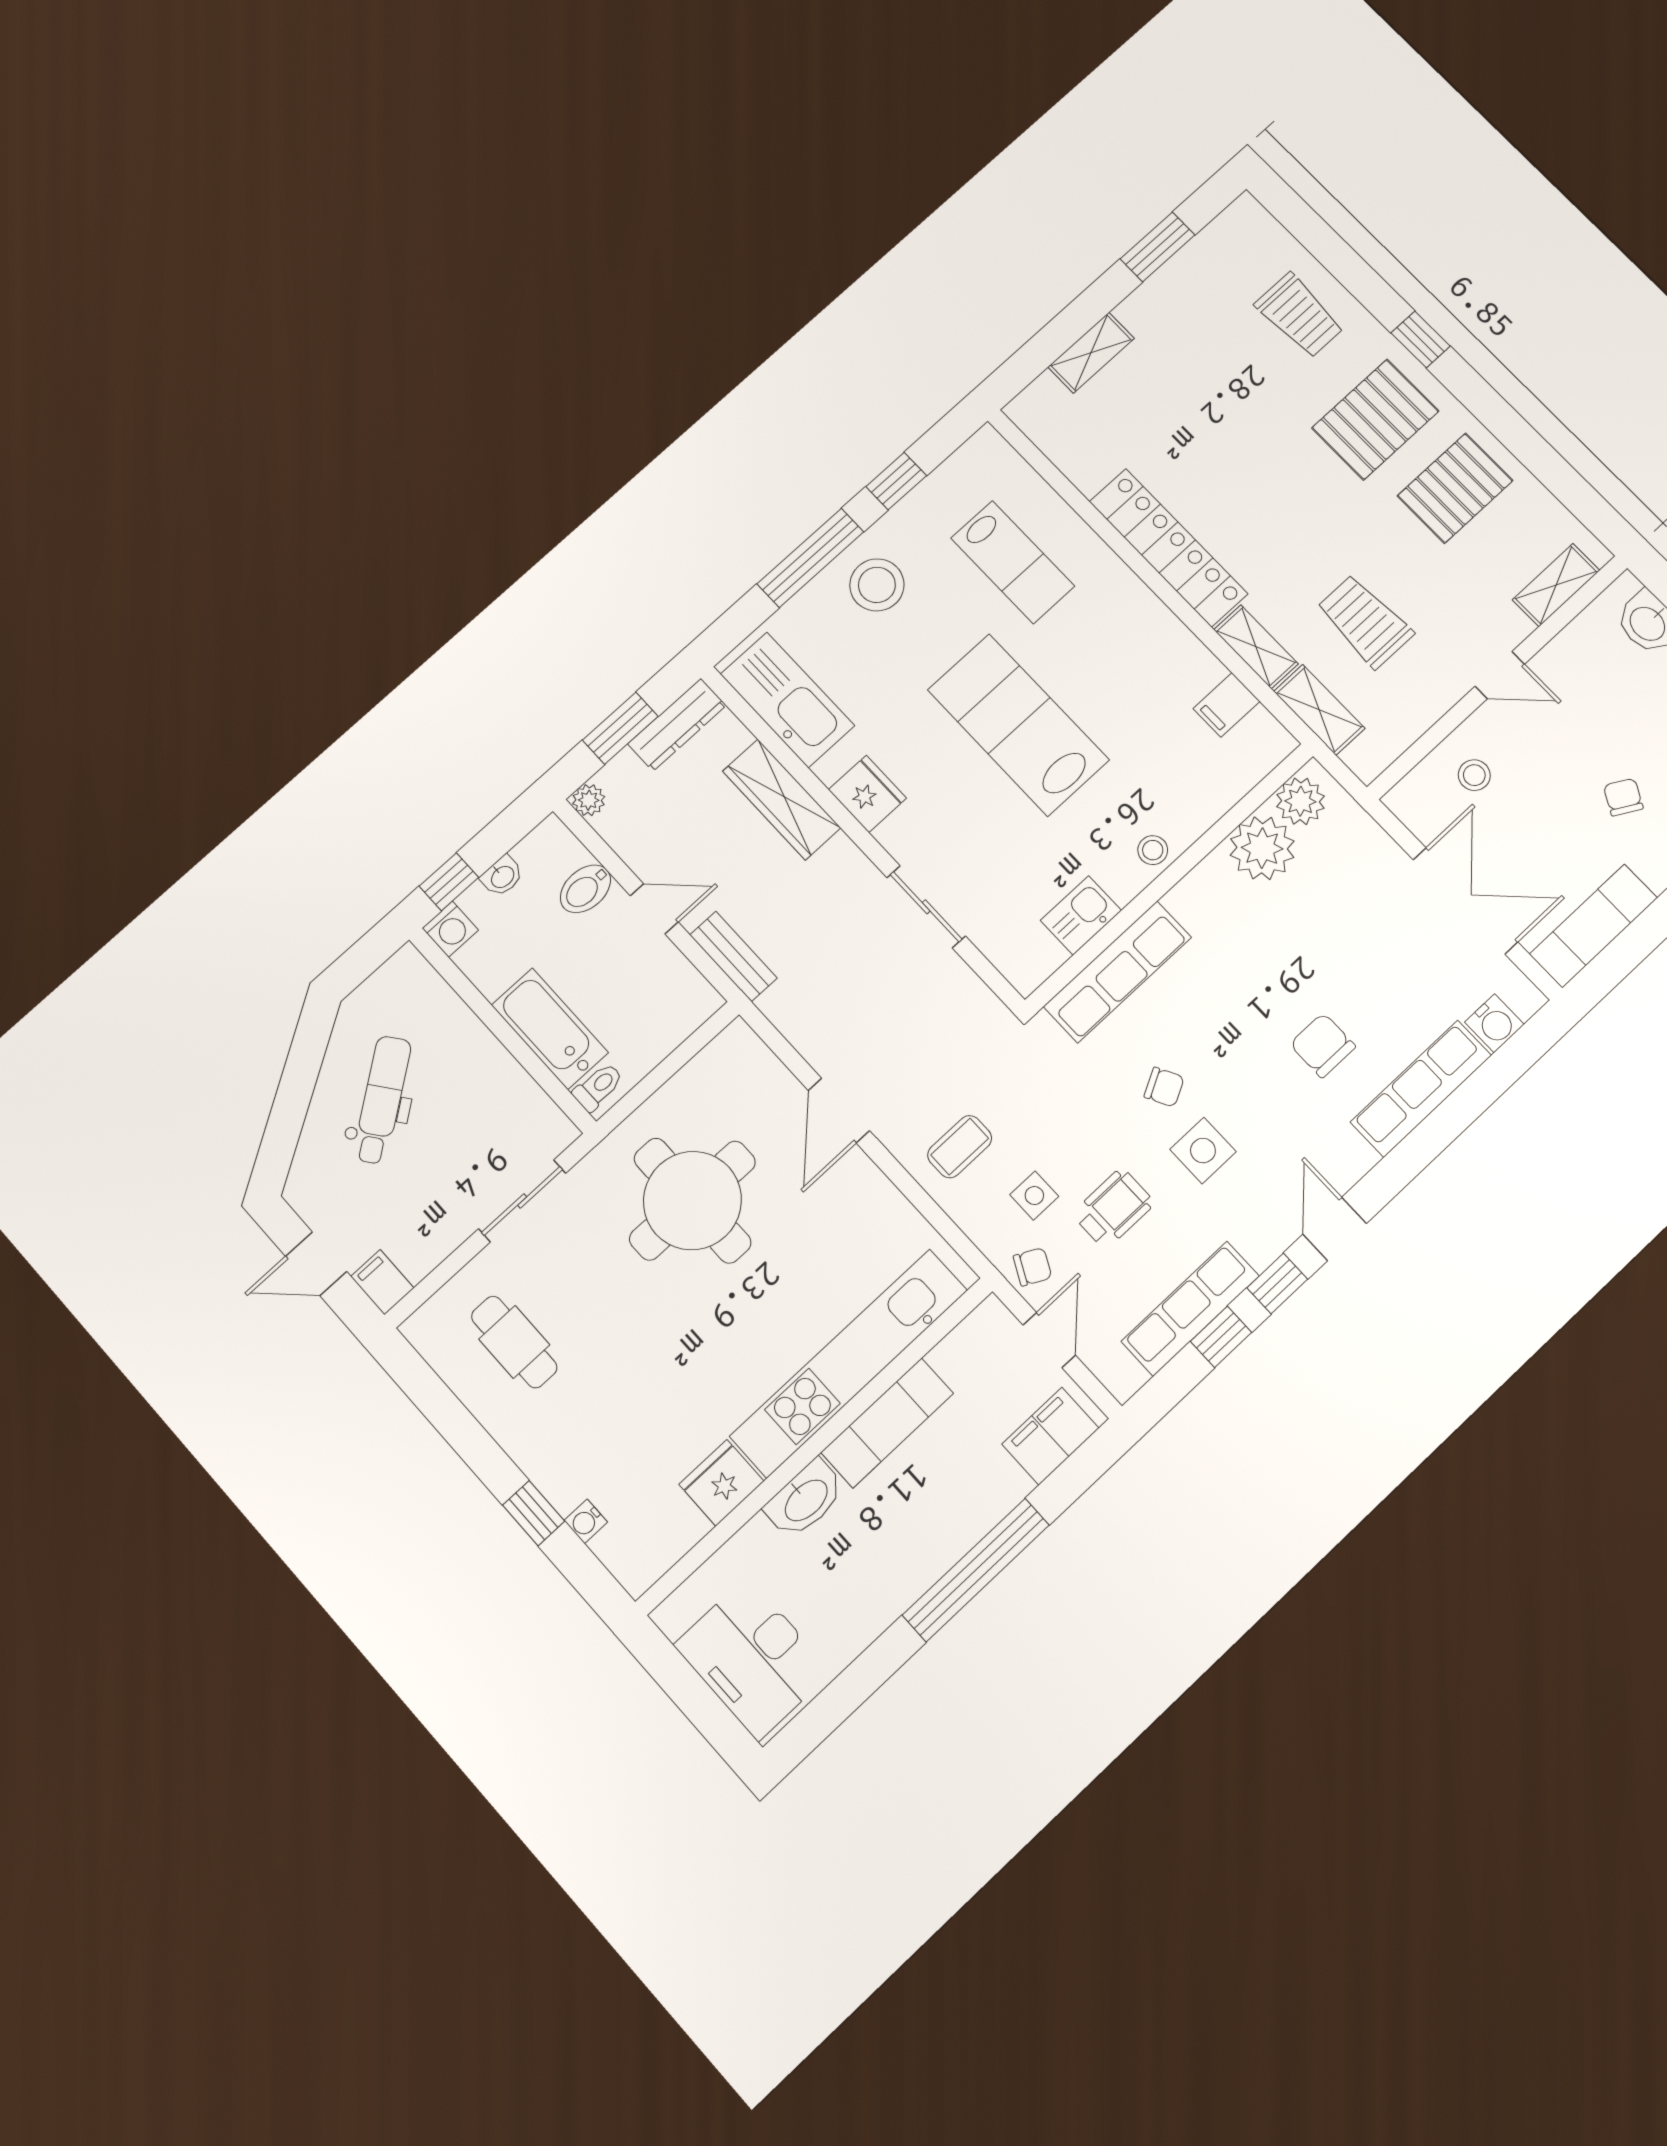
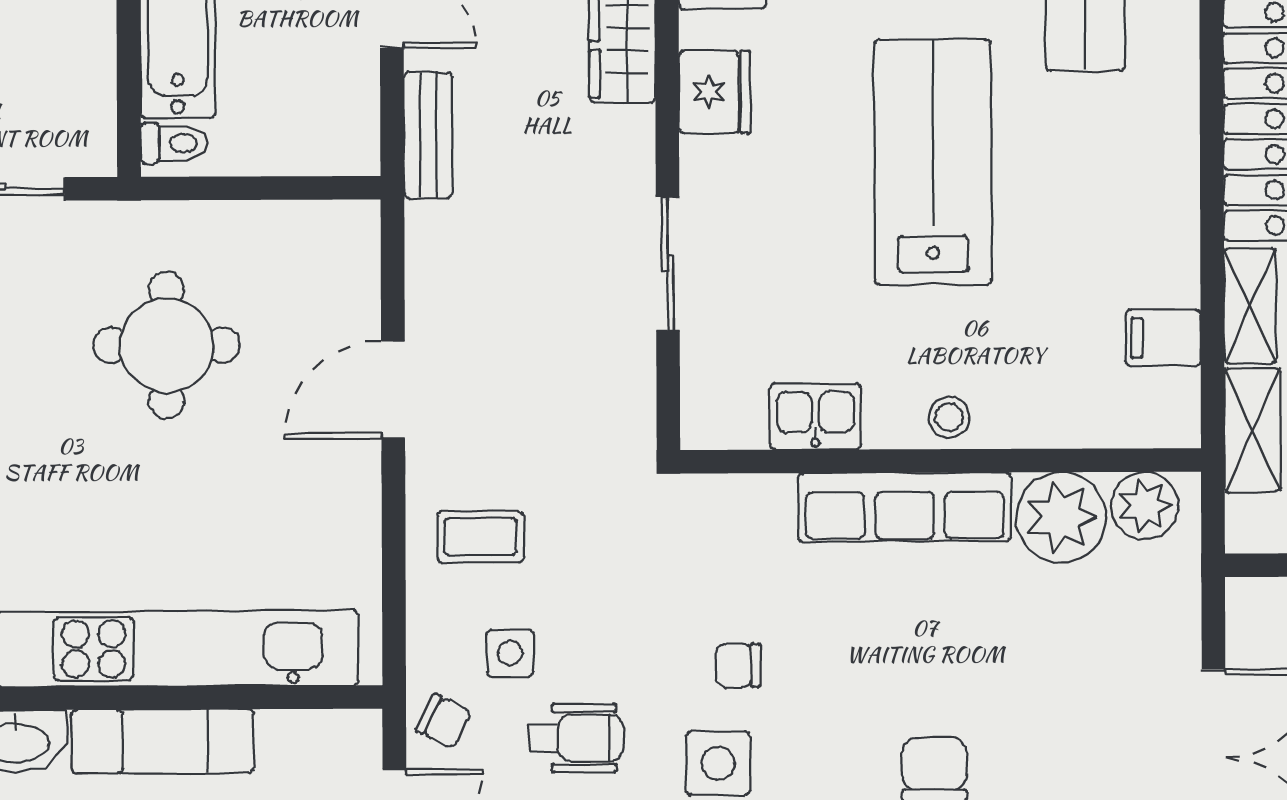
row of seats: (1117, 972) -> (905, 507), moved
chair: (1164, 1087) -> (738, 665), turned 118
round table: (692, 1201) -> (166, 345), width x0.73, depth x0.73

